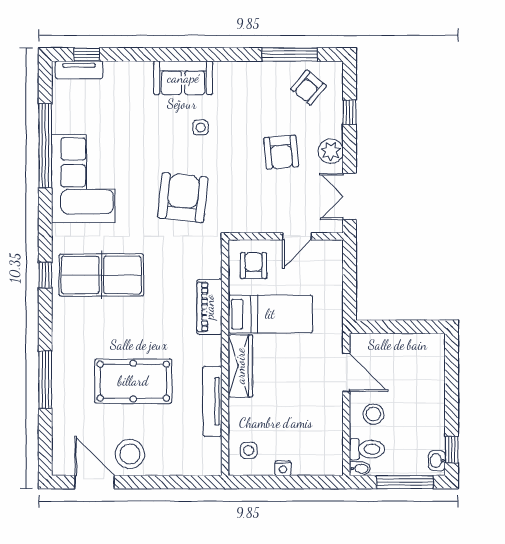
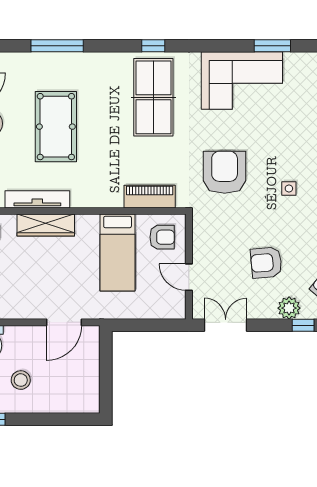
window: (45, 146) -> (272, 46), width x0.47
plant: (331, 151) -> (289, 308), moved
armchair: (183, 198) -> (225, 172), turned -96
piano: (209, 307) -> (150, 197), moved
wardrobe: (240, 366) -> (46, 225), moved
stool: (373, 414) -> (21, 380), moved

